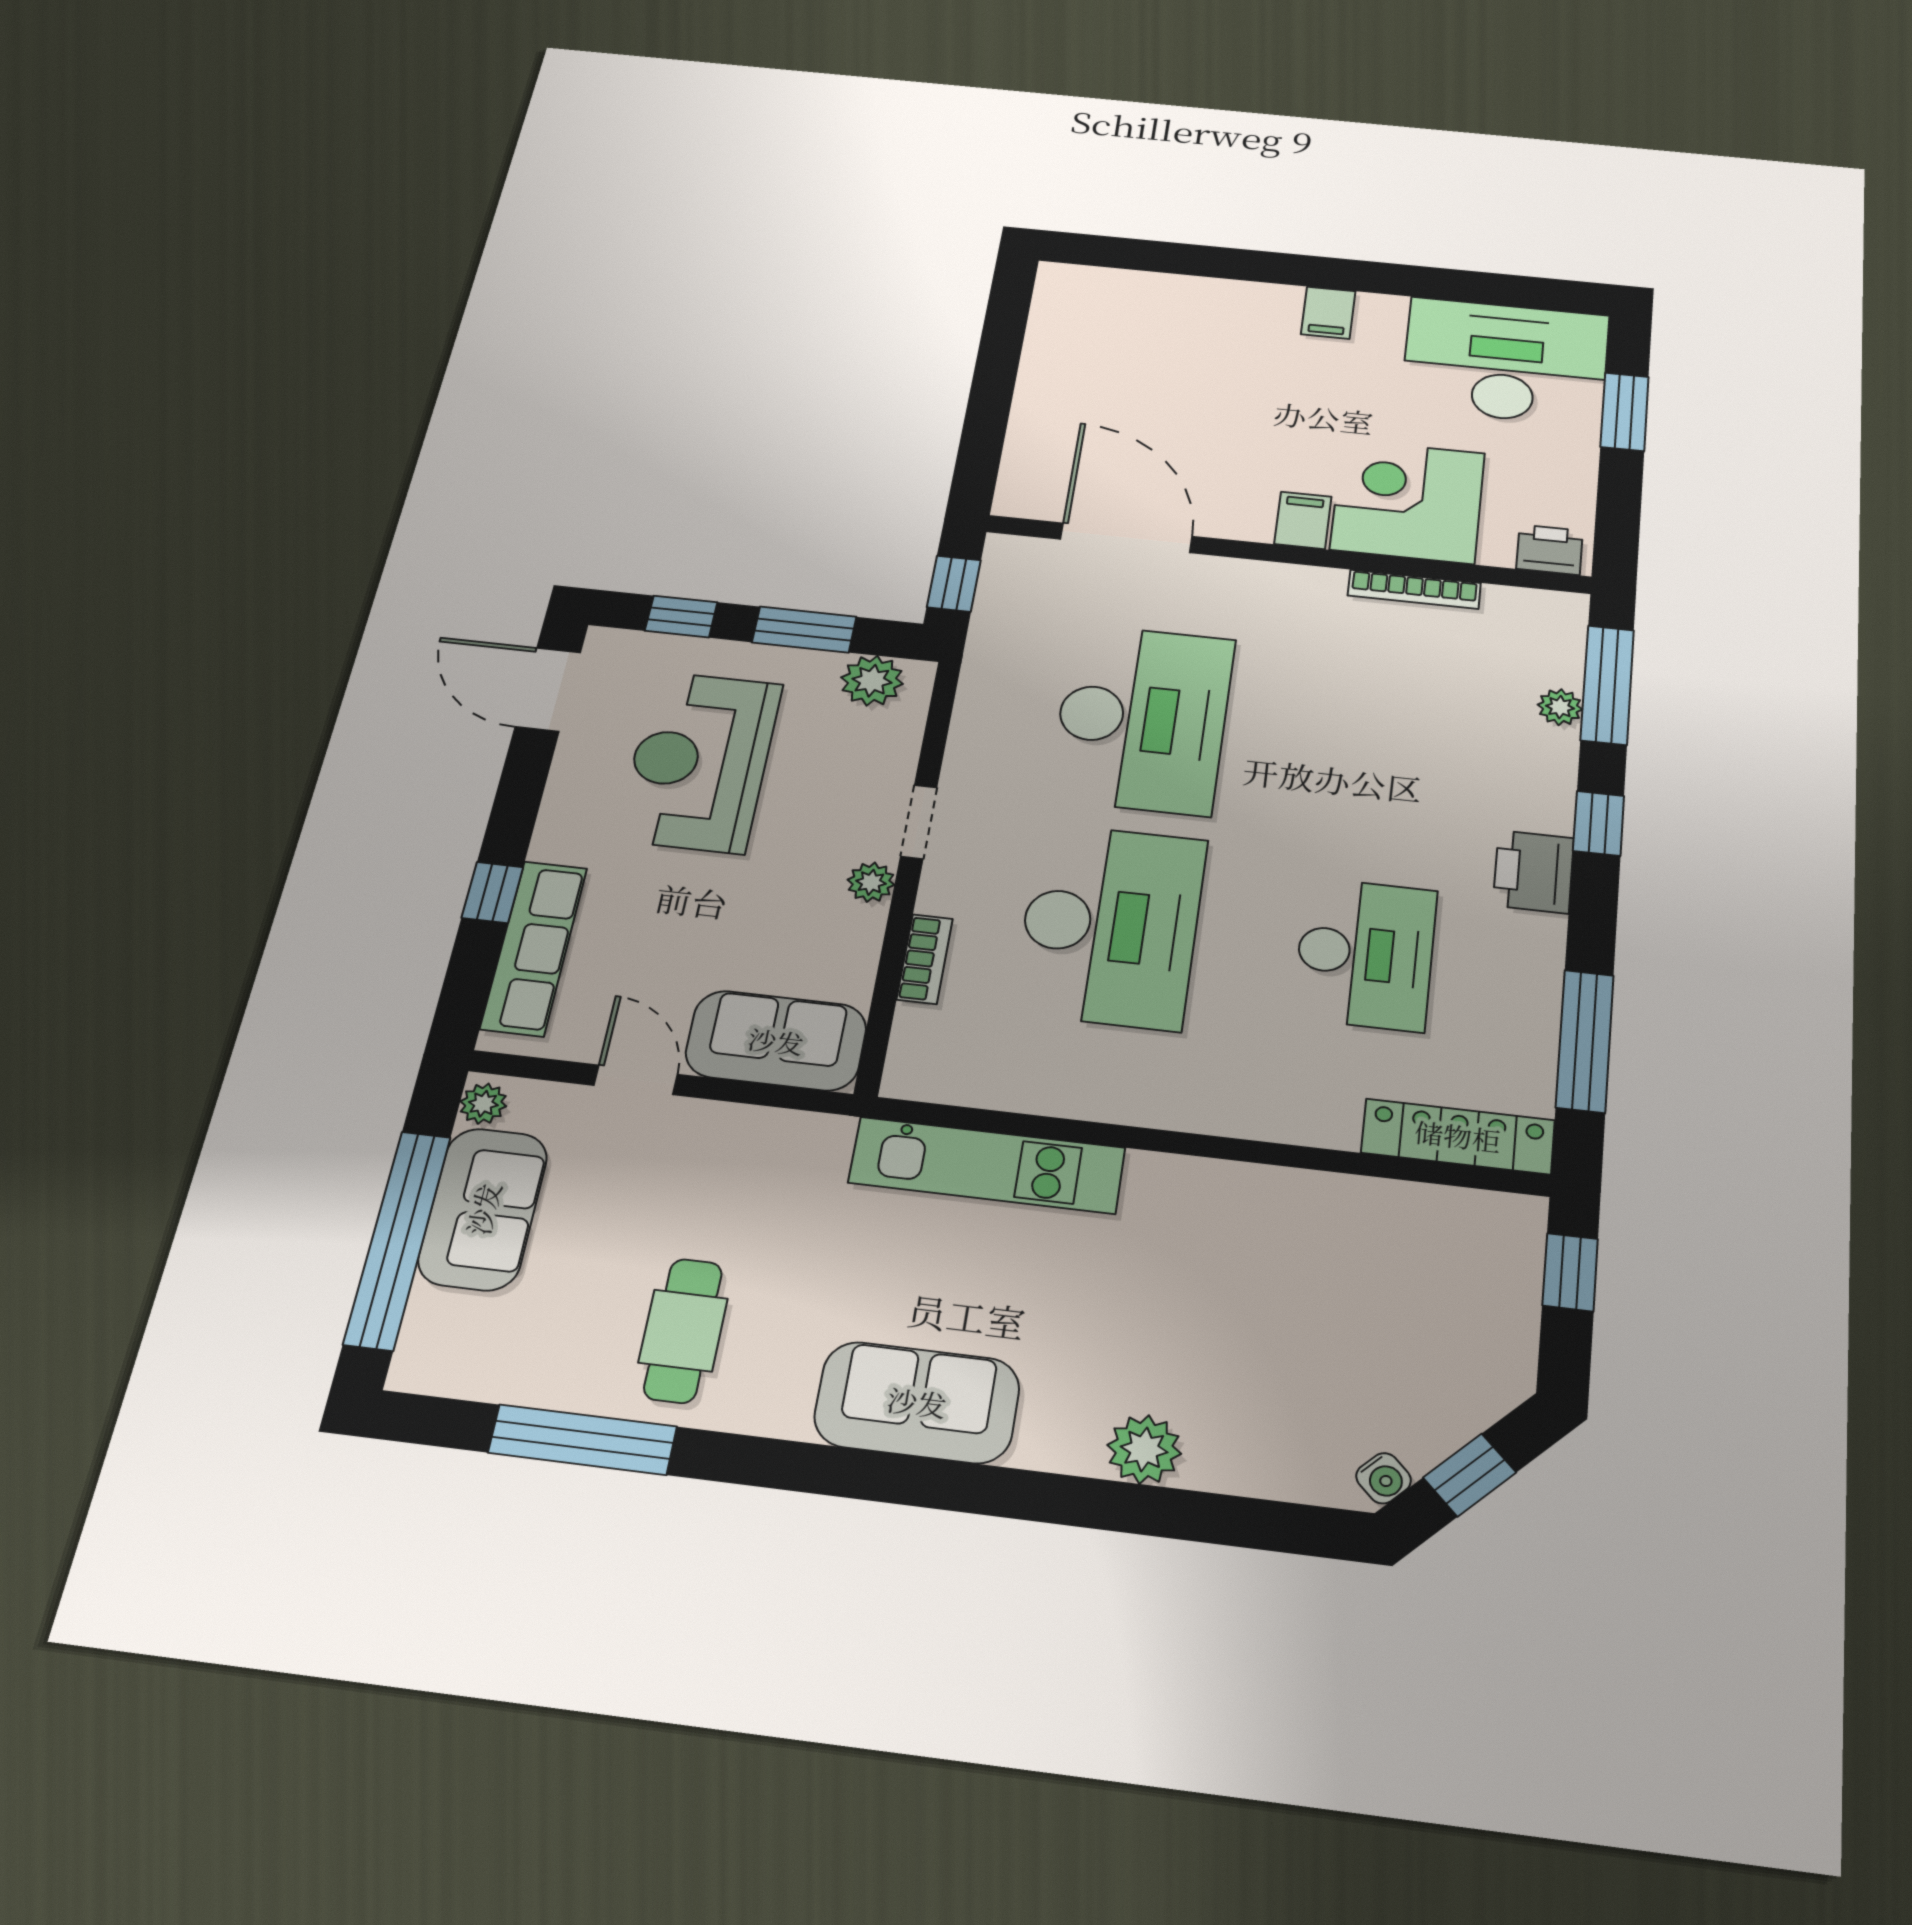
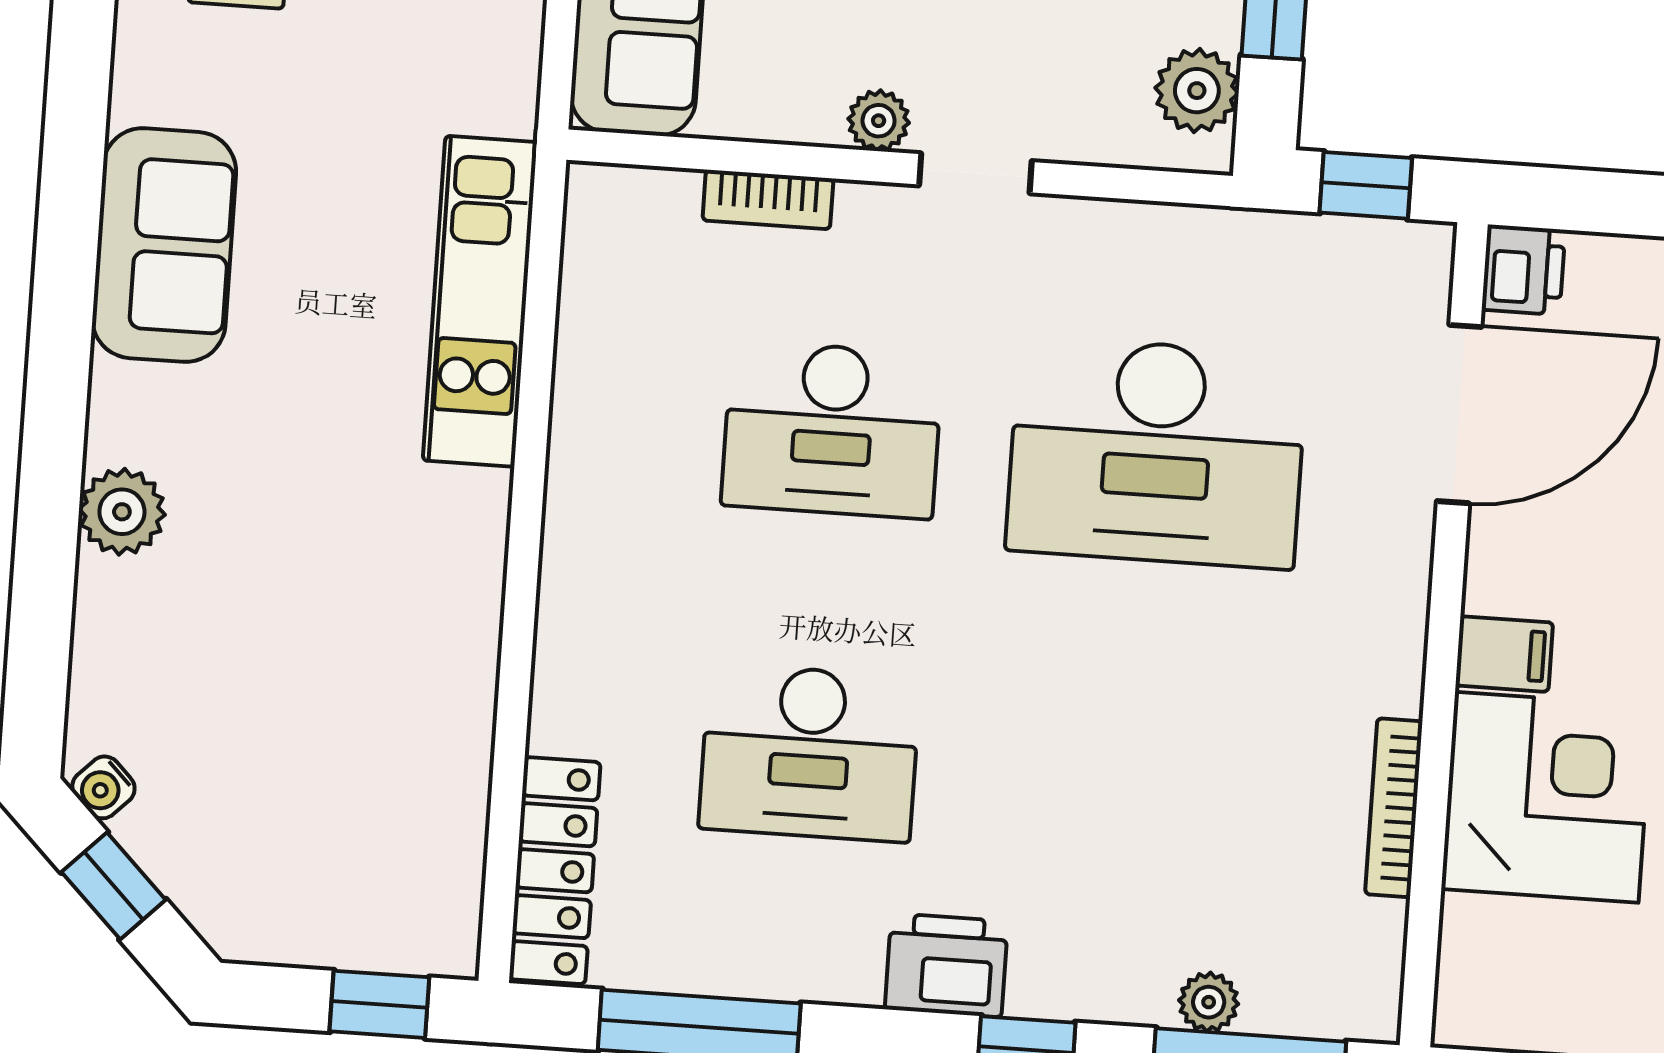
printer: (1550, 550) -> (1523, 270), moved
desk: (1110, 925) -> (832, 430), width x0.73, depth x0.77

